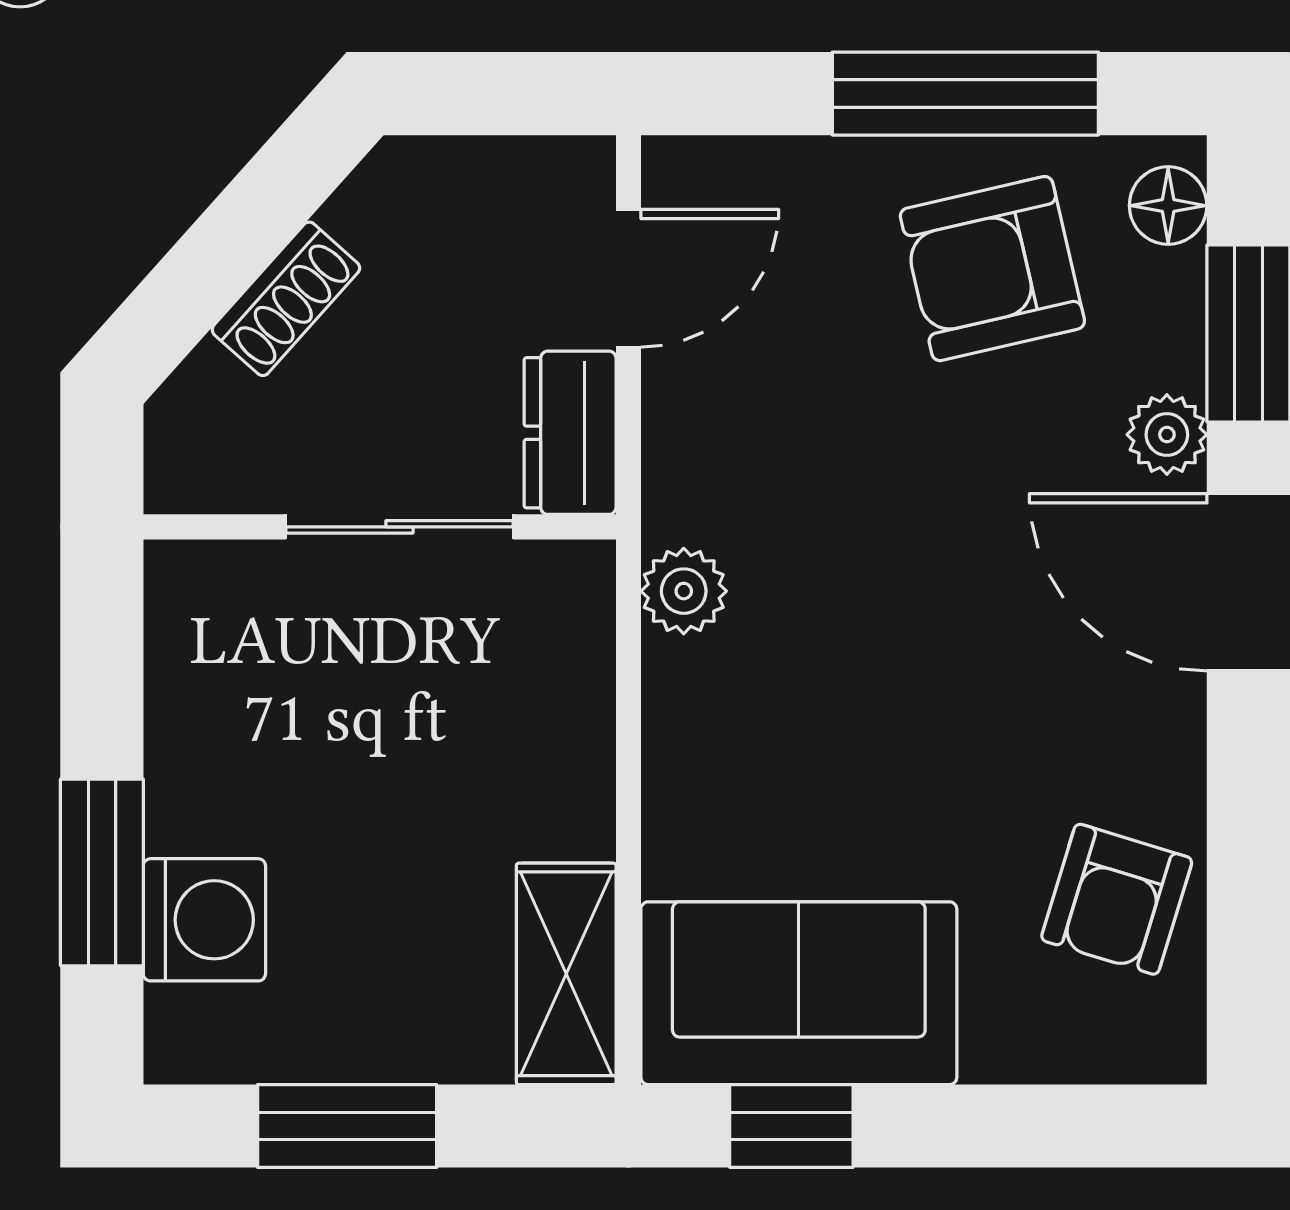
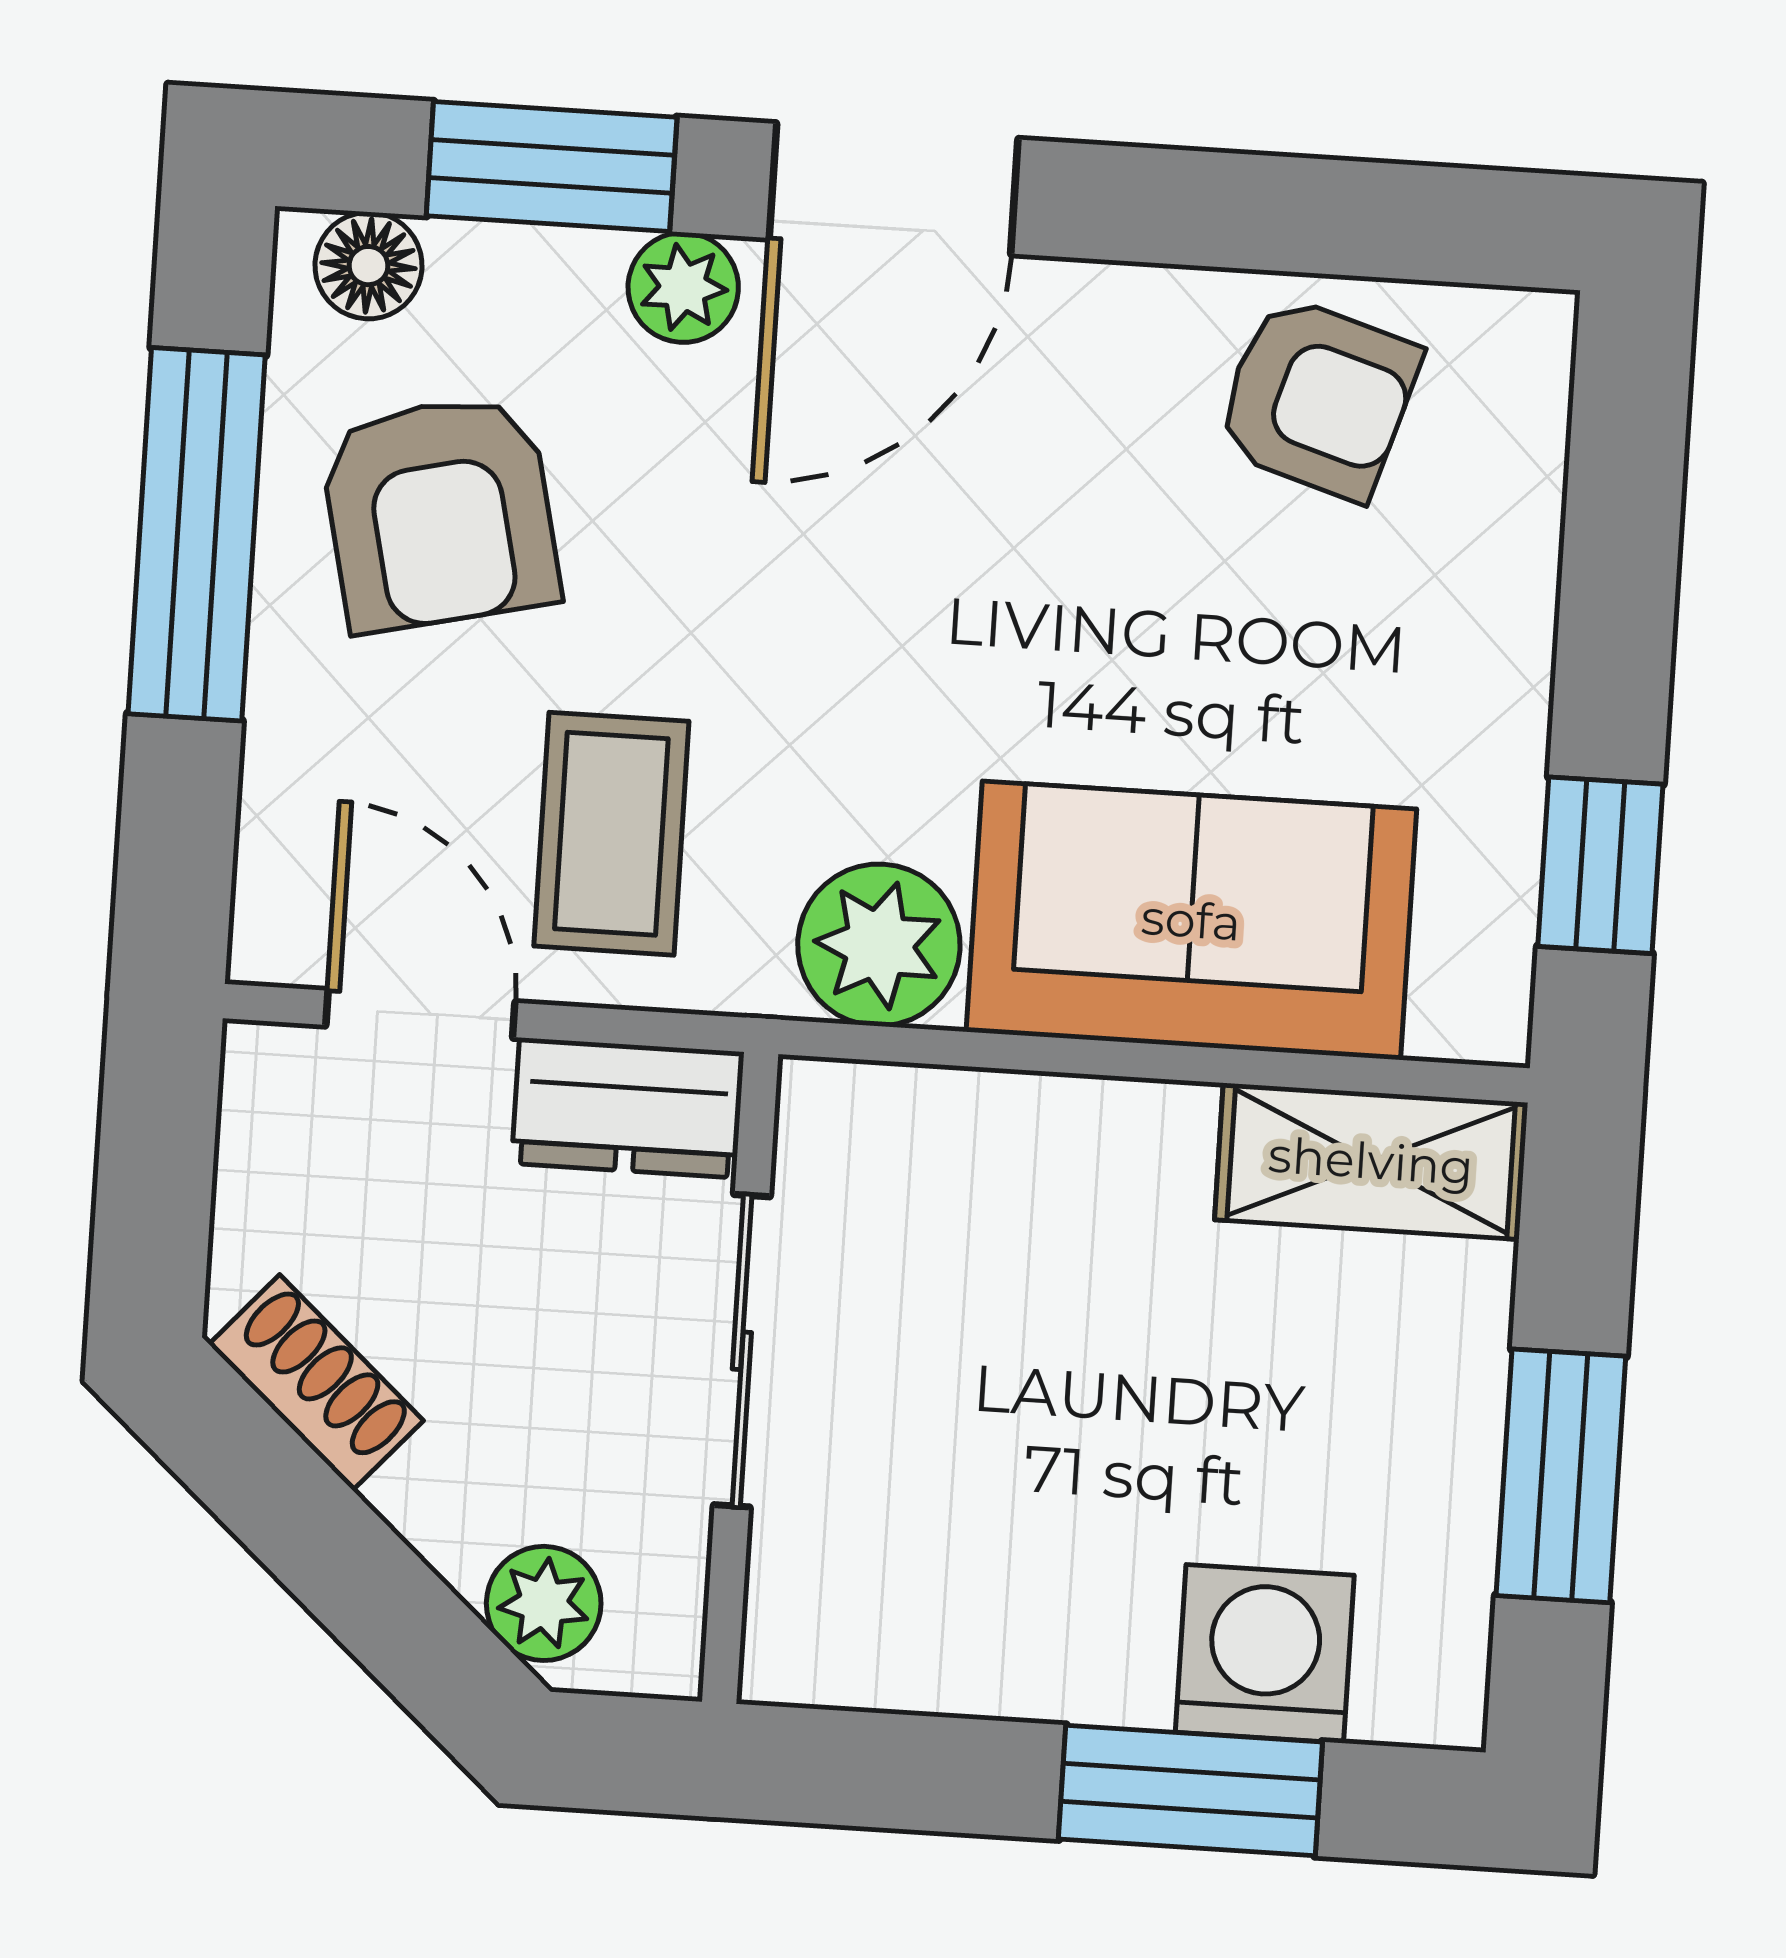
shoe rack: (286, 299) -> (316, 1382), moved
plant: (207, 395) -> (544, 1603), added
coffee table: (768, 408) -> (611, 834), added
plant: (684, 591) -> (879, 945), width x1.38, depth x1.38
sofa: (799, 993) -> (1191, 920), moved, turned 90

